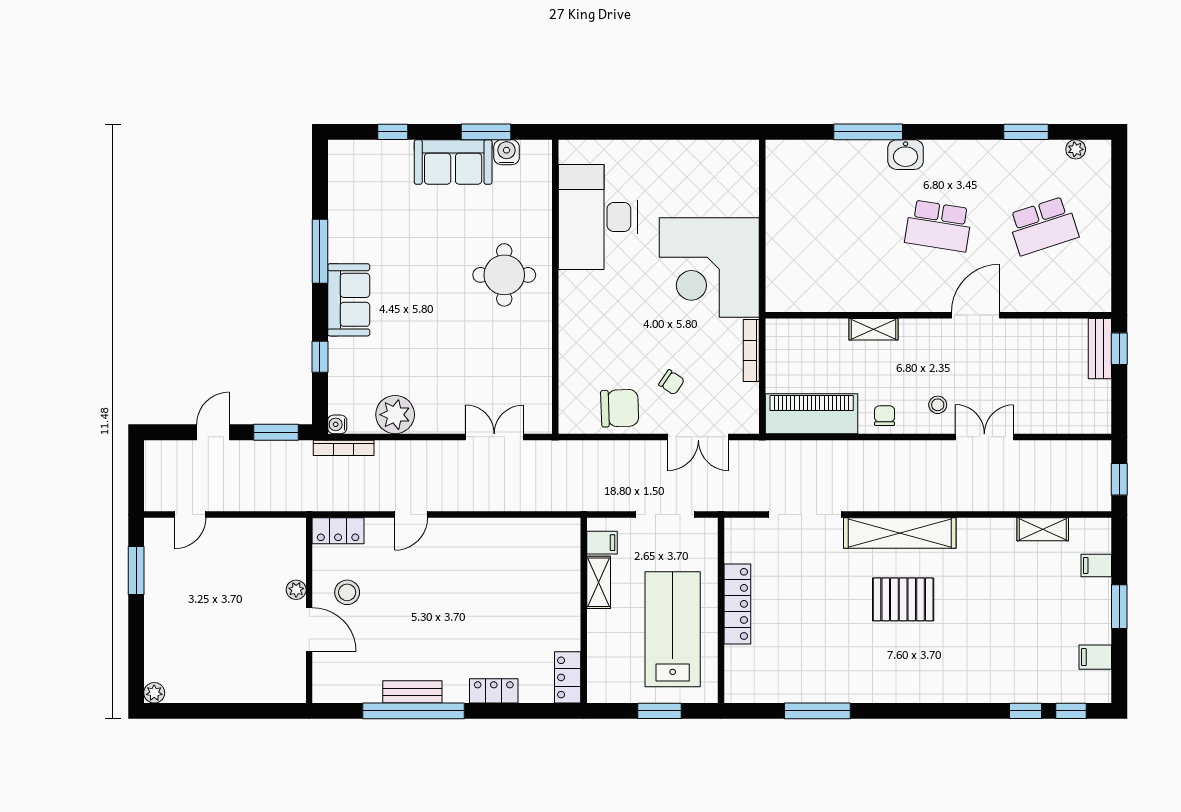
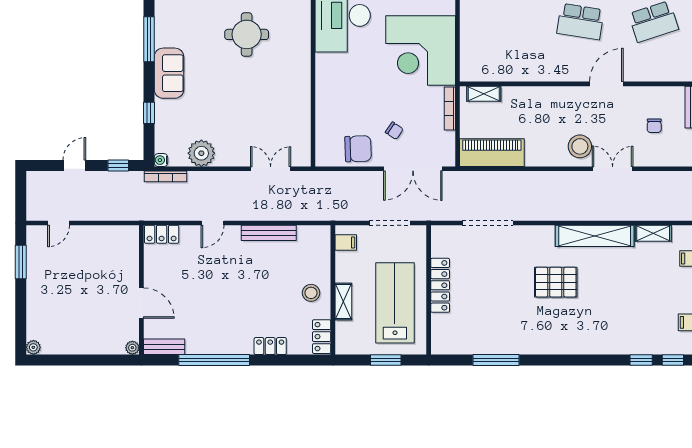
round table: (504, 275) -> (247, 34), moved
shelving: (874, 329) -> (484, 94), moved
stool: (938, 405) -> (580, 146), width x1.89, depth x1.89
chair: (885, 416) -> (654, 126), moved, turned 180
window: (276, 432) -> (118, 166), width x0.67
double door: (698, 437) -> (413, 169), width x1.37
bench: (492, 529) -> (269, 233), added
shelving: (900, 533) -> (595, 236), moved
shelving: (599, 582) -> (343, 302), moved
plant: (296, 590) -> (132, 348), moved
stool: (347, 592) -> (311, 293), moved
bench: (412, 692) -> (164, 347), moved

